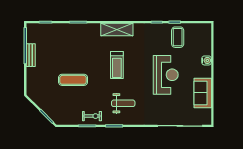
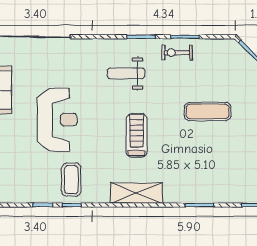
coffee table: (178, 37) -> (71, 180), moved
reception desk: (166, 75) -> (57, 120), turned 180

